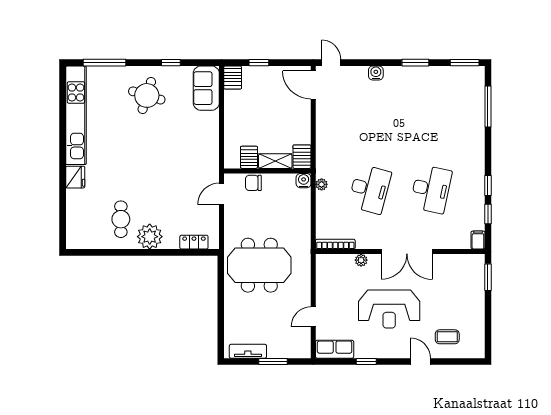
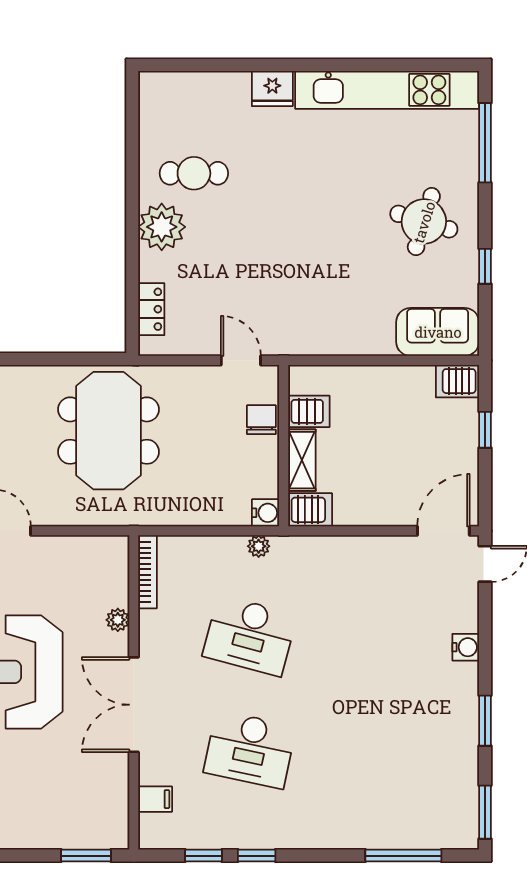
filing cabinet: (478, 240) -> (155, 799), moved

